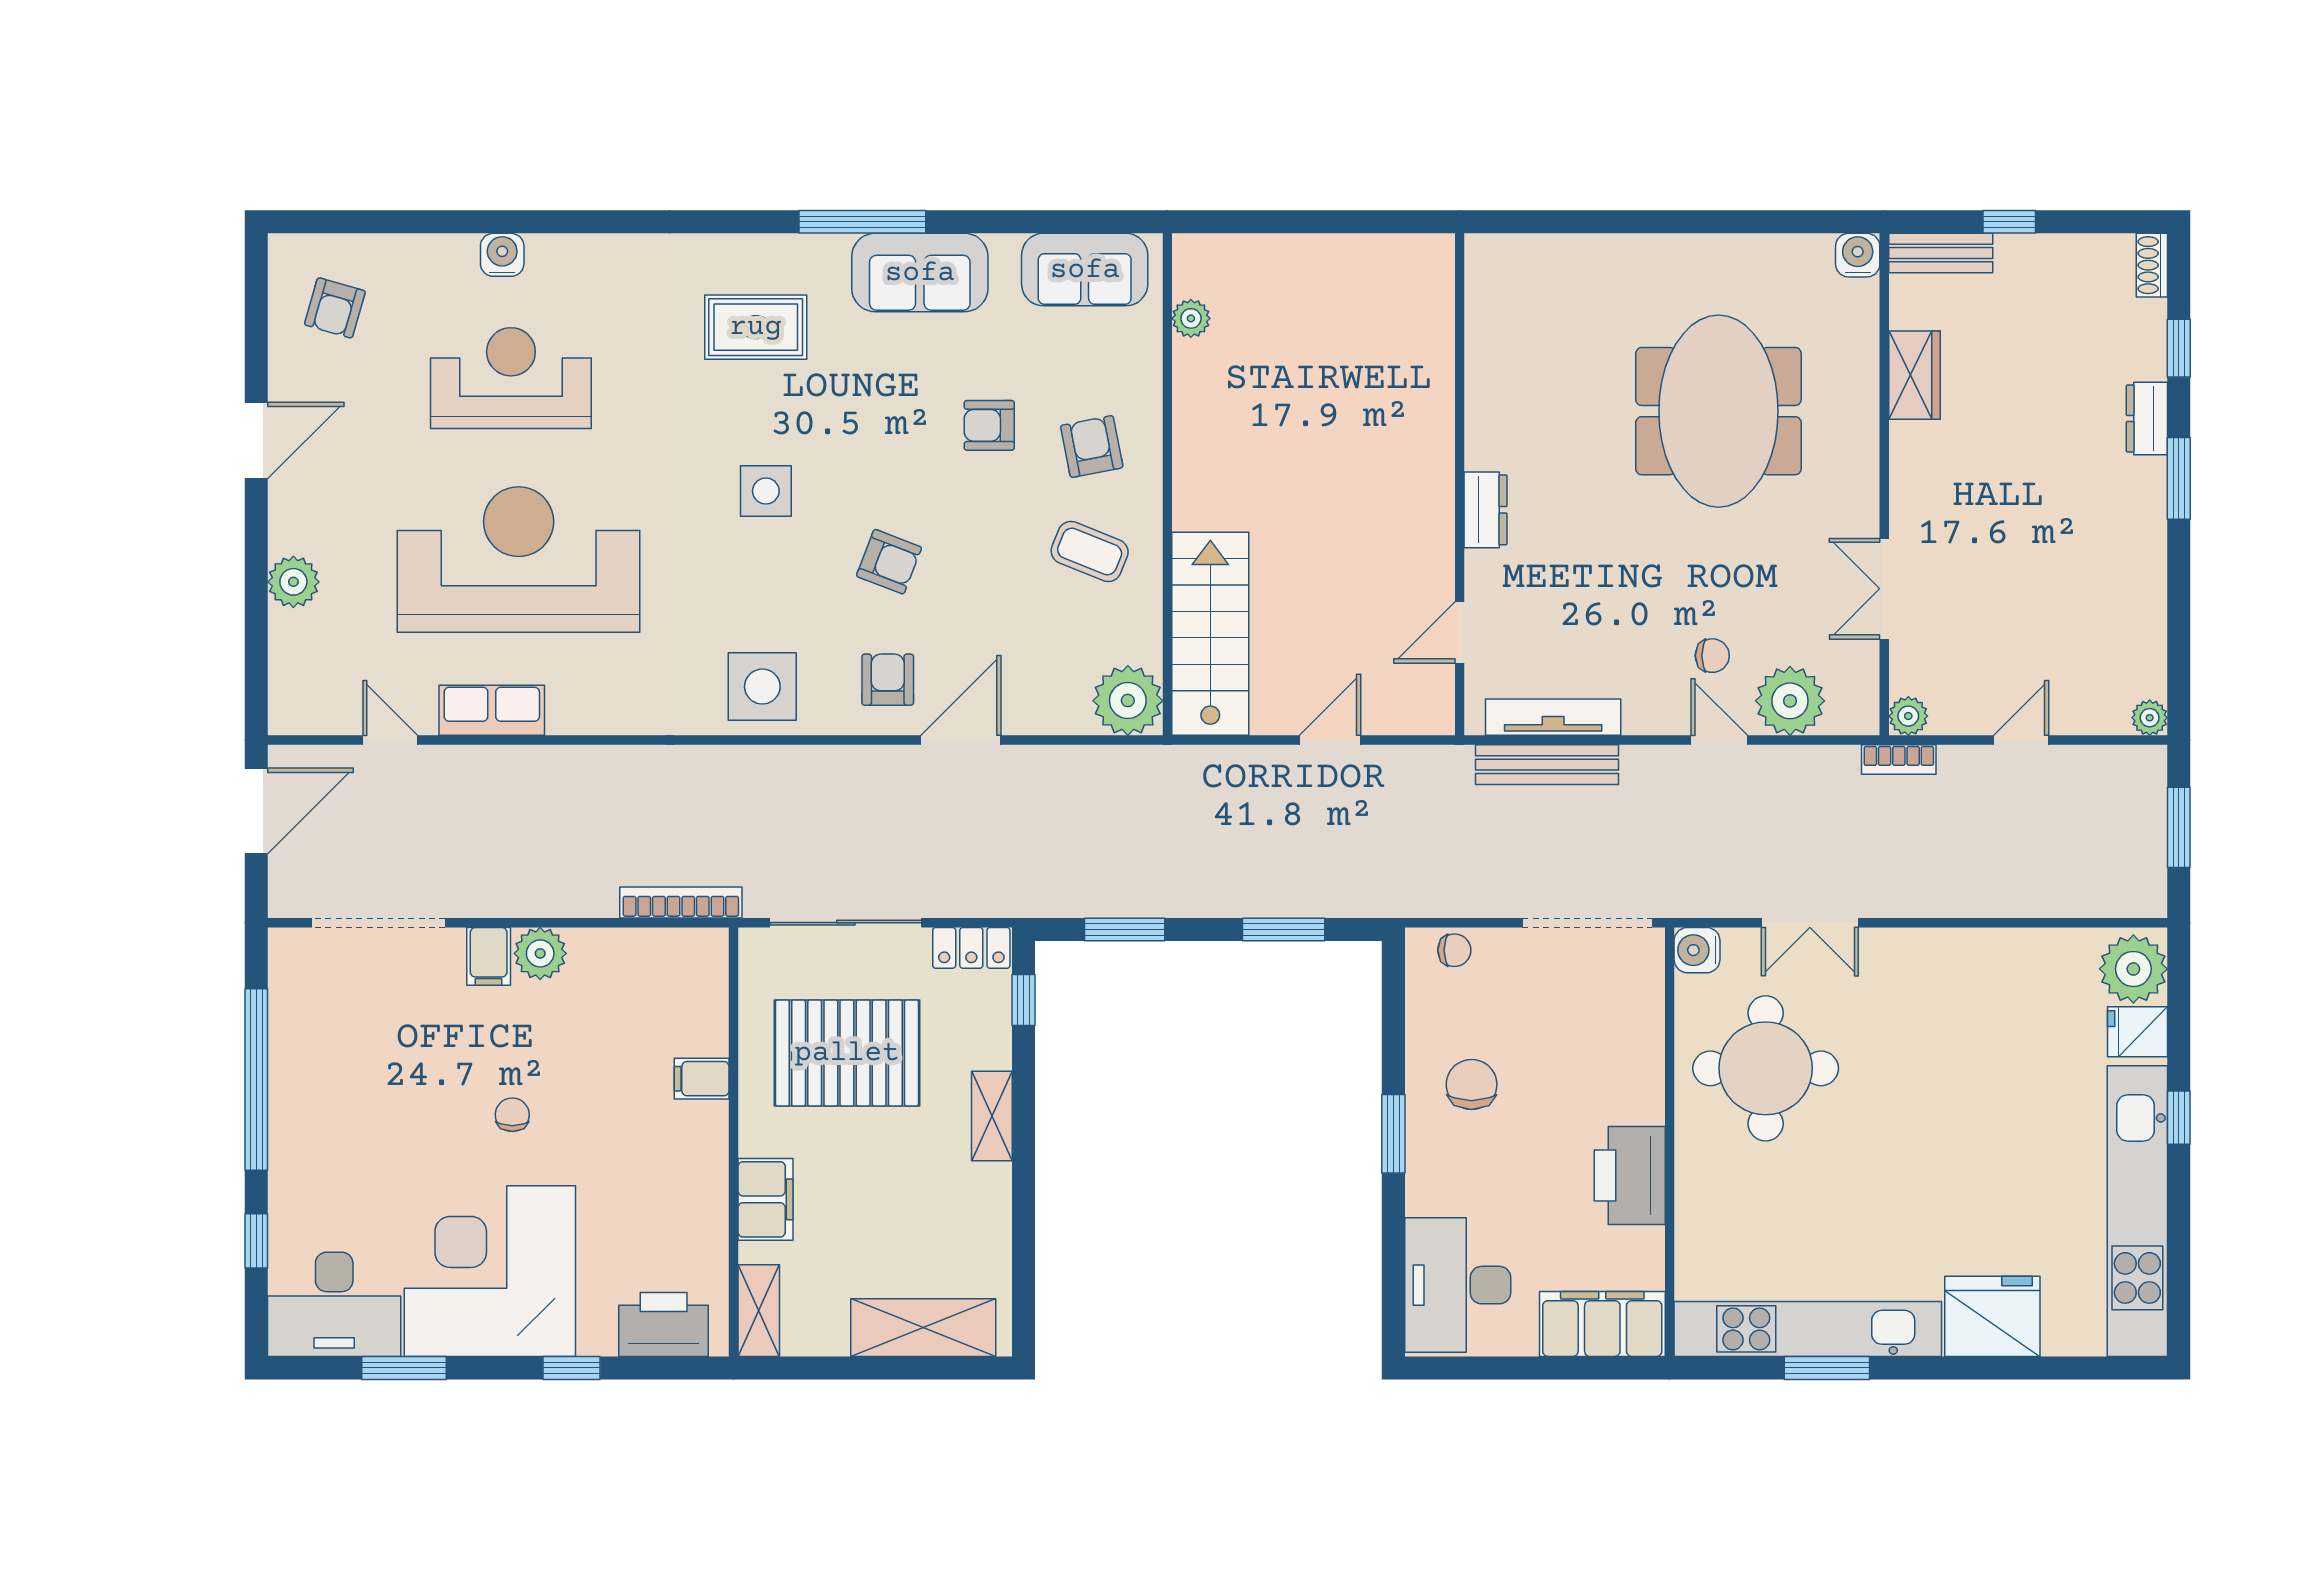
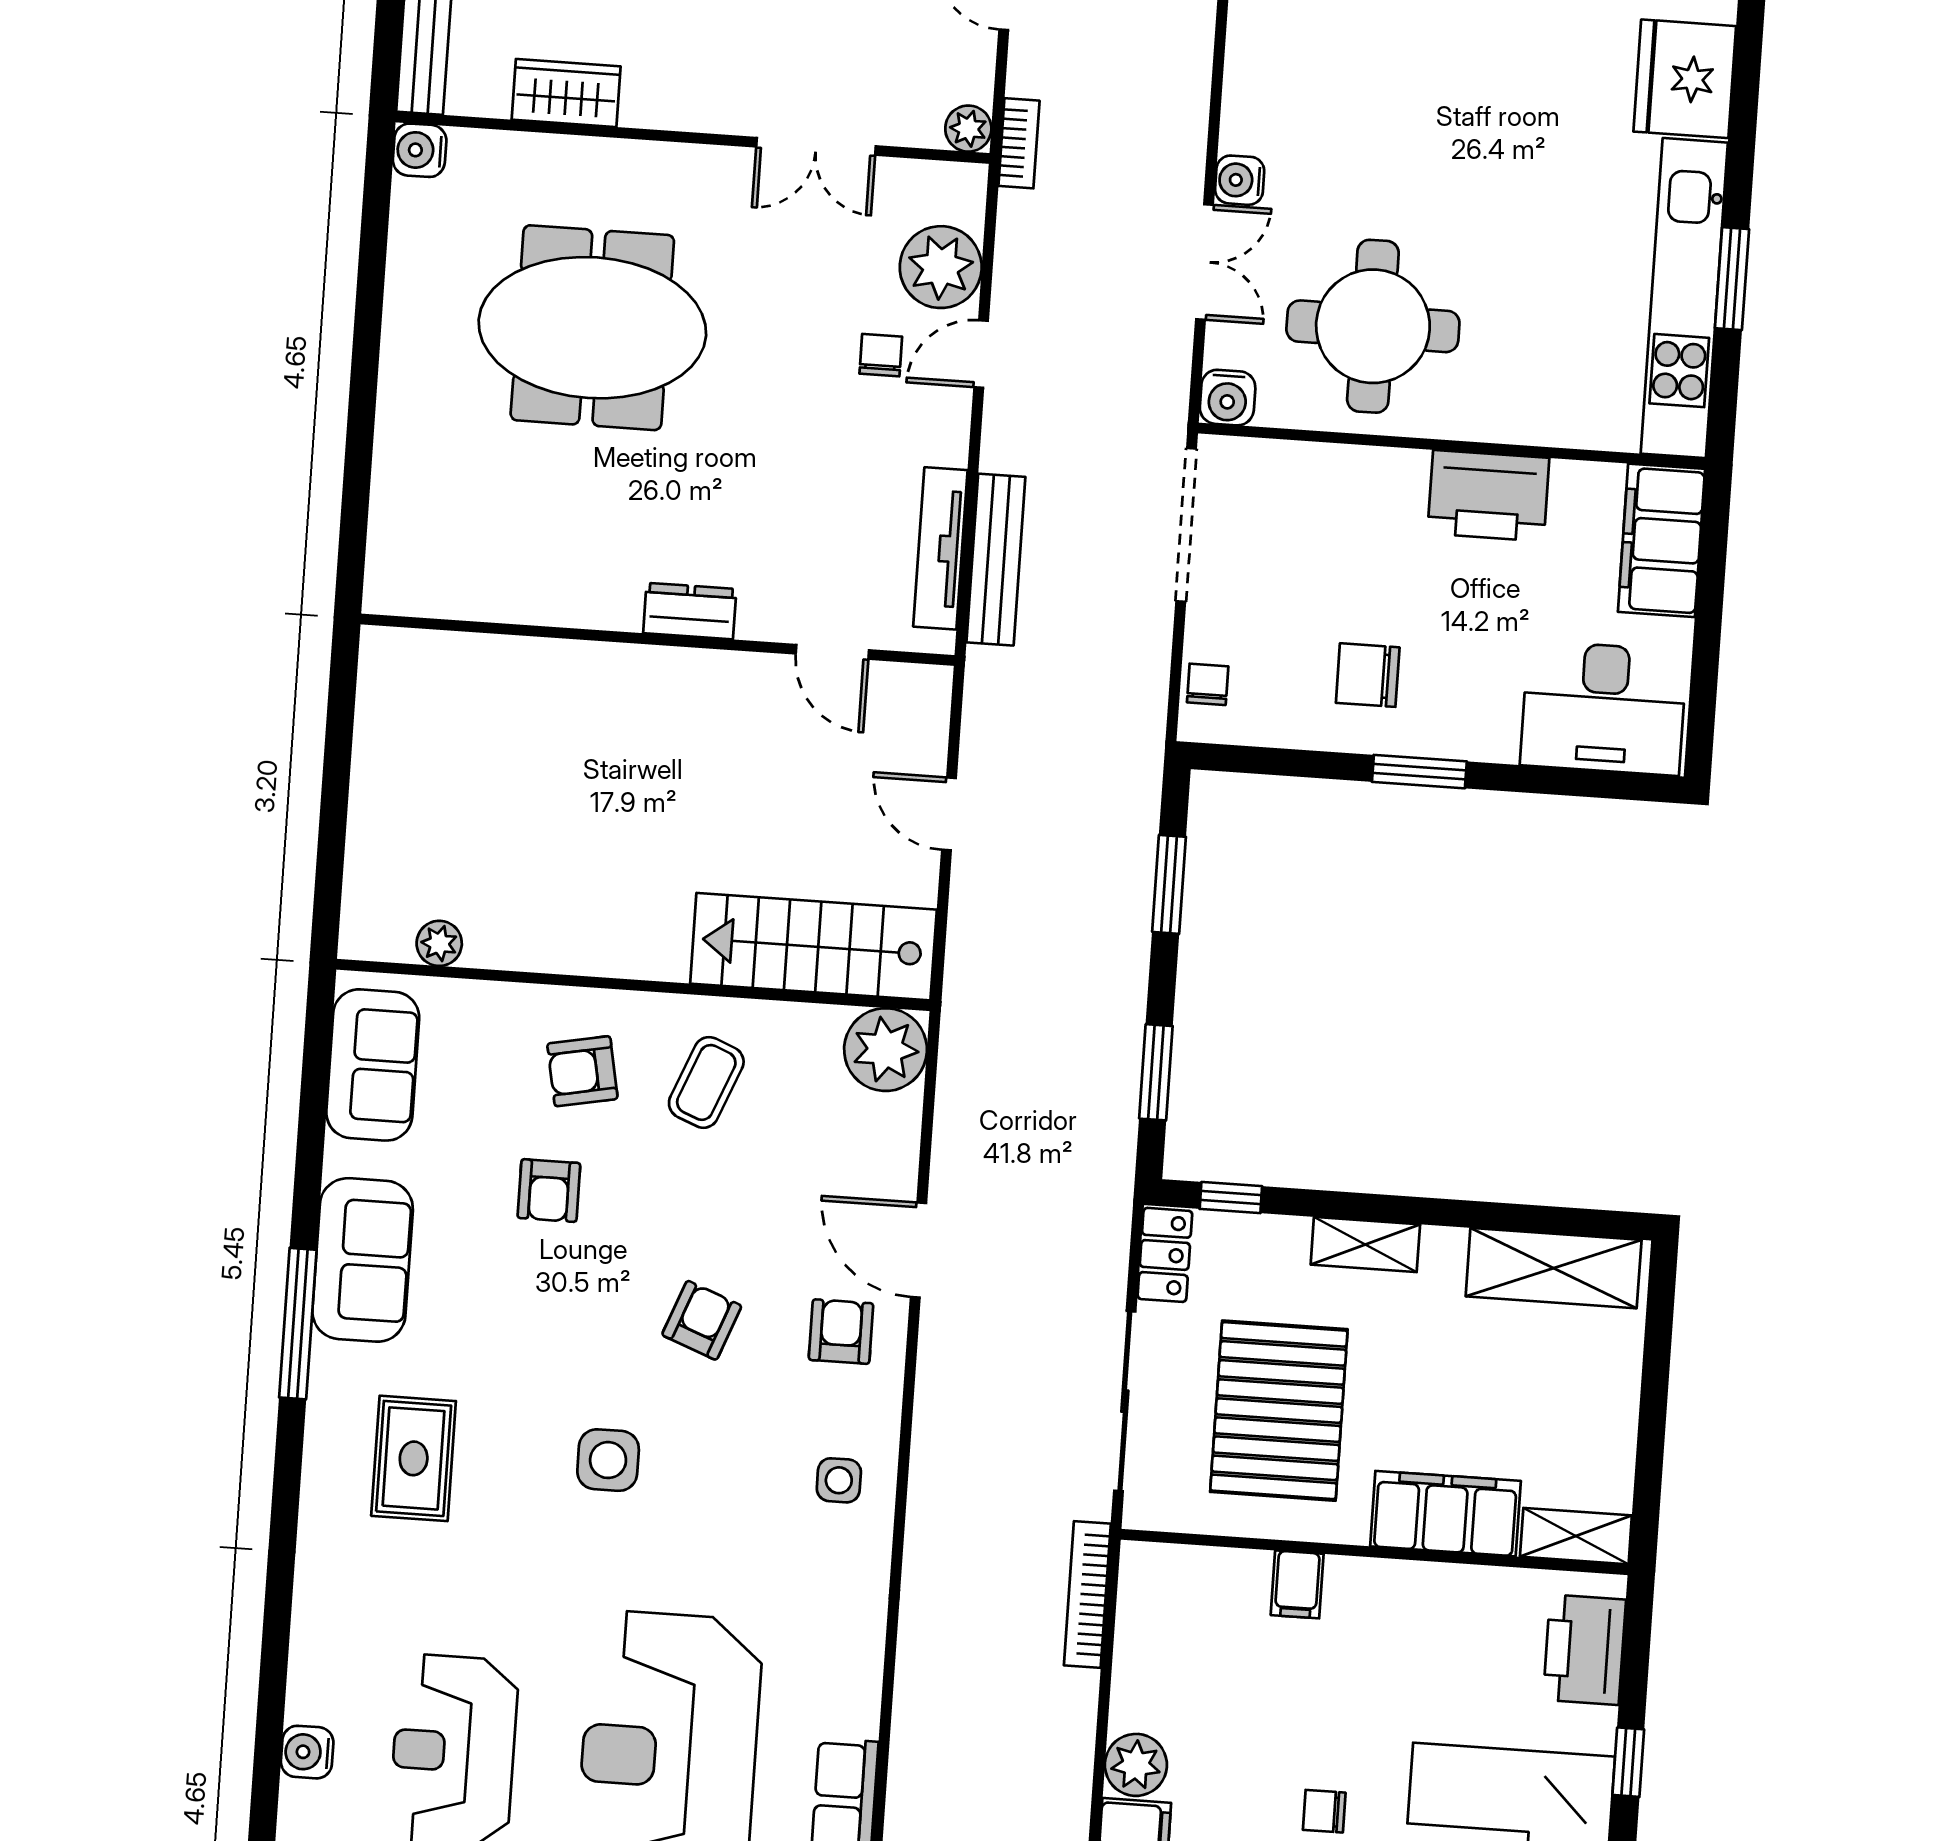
armchair: (888, 680) -> (841, 1332), turned 90
side table: (762, 687) -> (839, 1480), width x0.54, depth x0.54
water cooler: (1881, 948) -> (1240, 180), added
filing cabinet: (765, 1199) -> (1445, 1514), width x1.50, depth x1.17
shelving: (923, 1328) -> (1554, 1268), moved, turned 90

